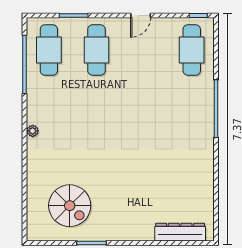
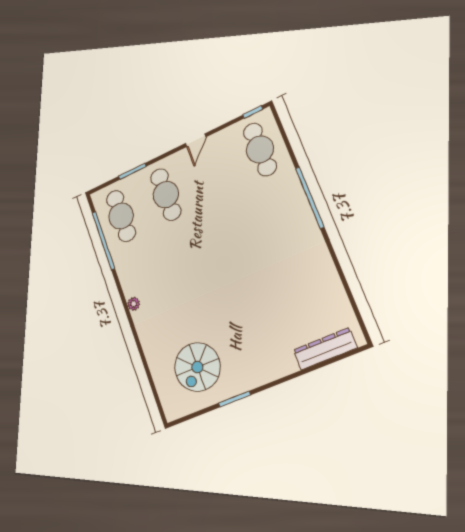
spiral stairs: (70, 206) -> (197, 367), turned 90

